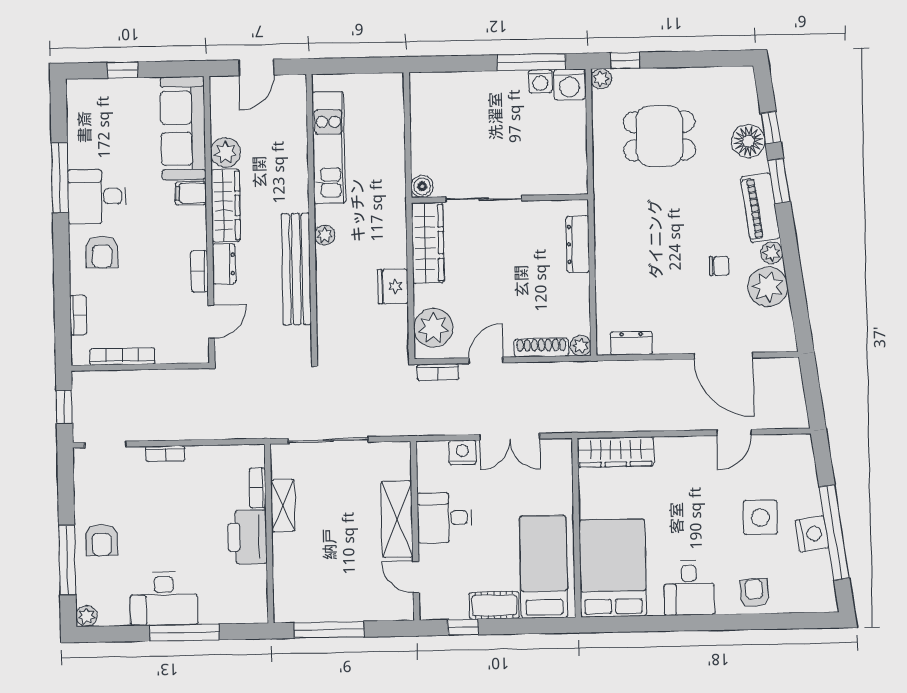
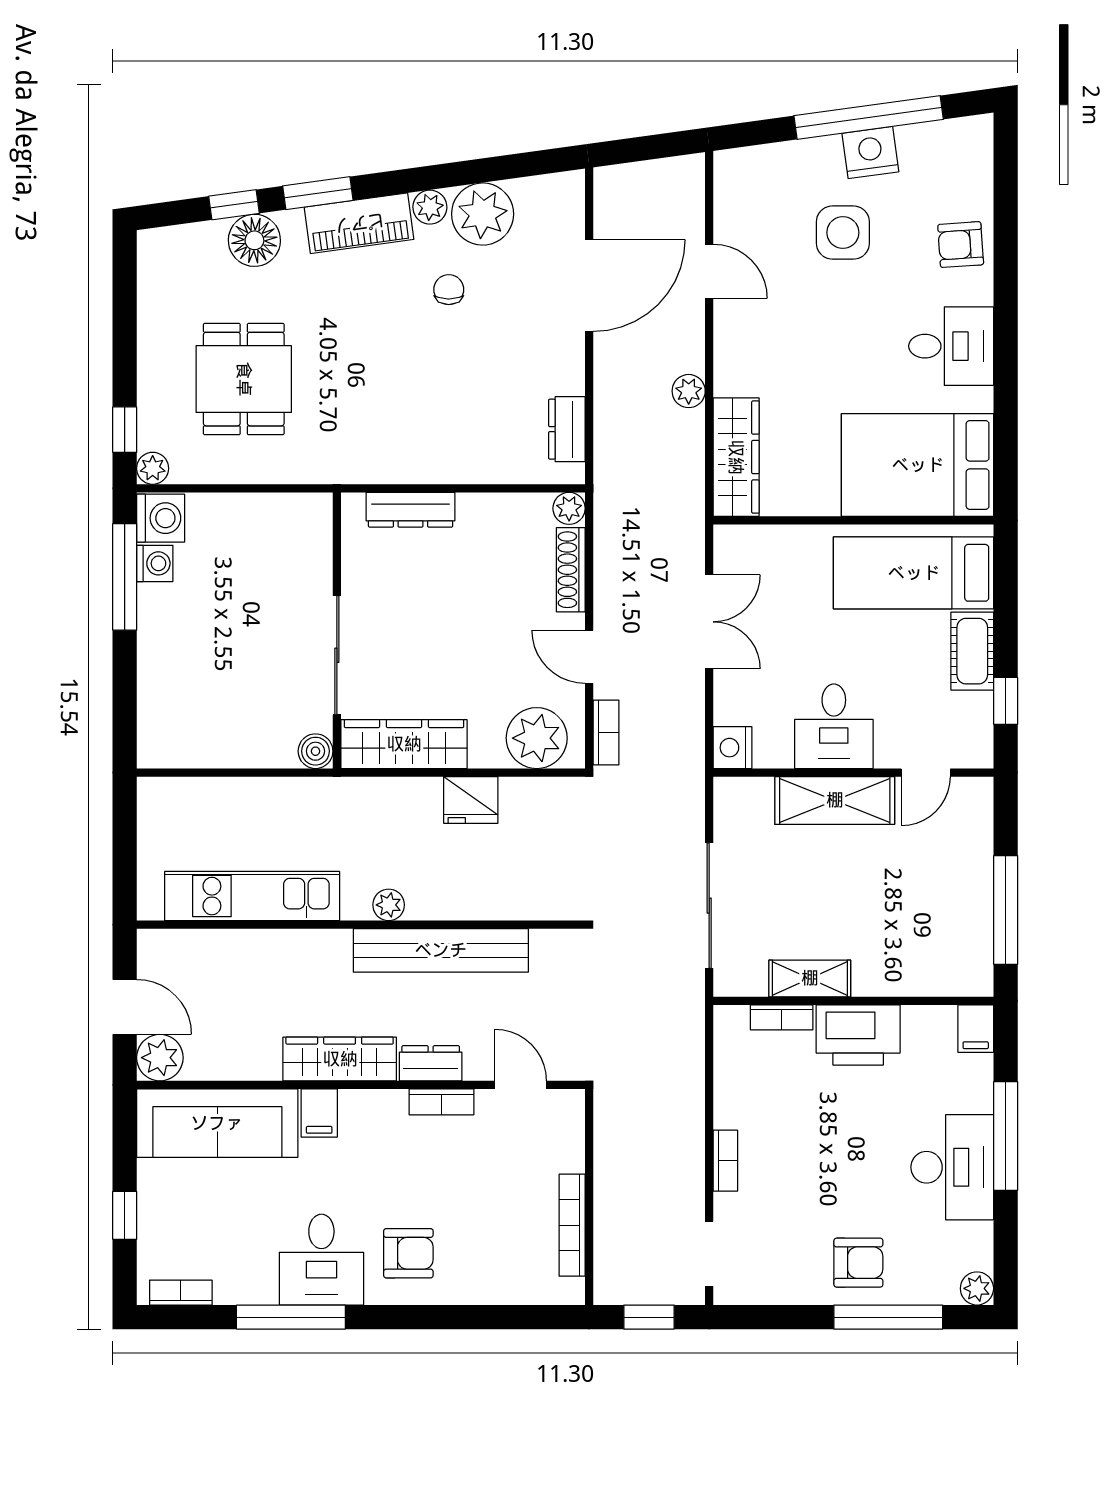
plant: (225, 152) -> (160, 1058), moved
bookcase: (78, 315) -> (181, 1293), moved
plant: (657, 421) -> (689, 391), added
nightstand: (462, 453) -> (733, 748), moved
filing cabinet: (253, 612) -> (976, 1029), added

